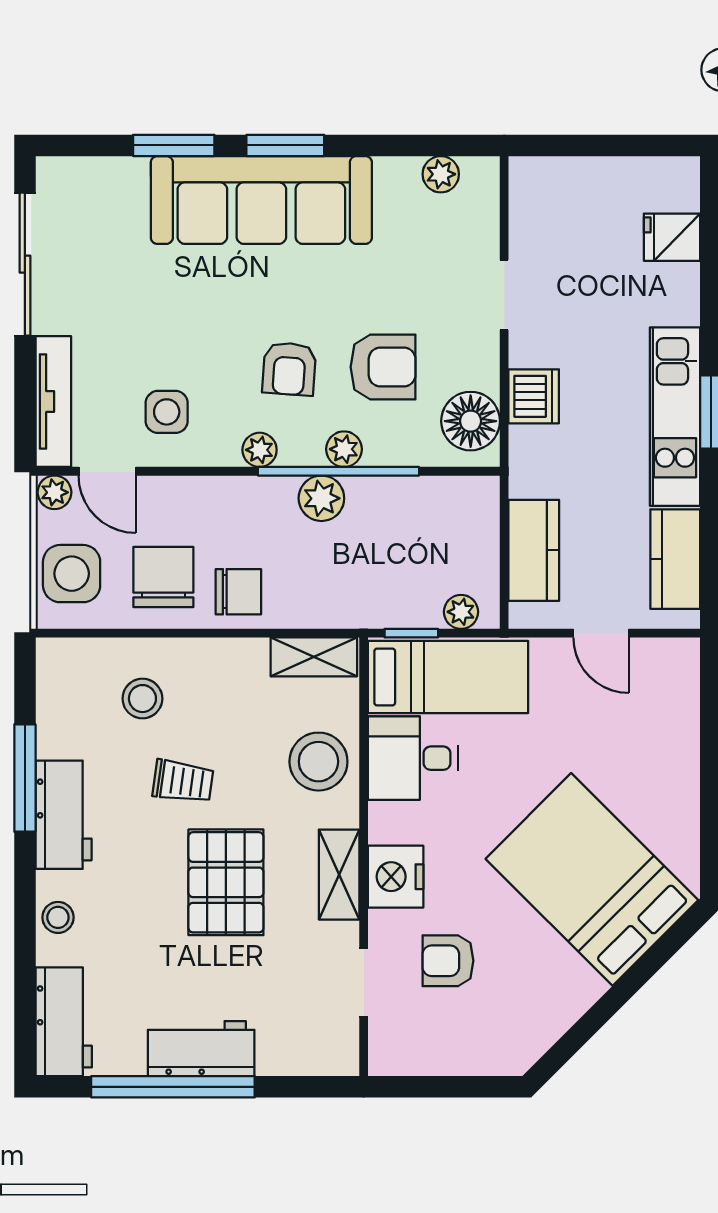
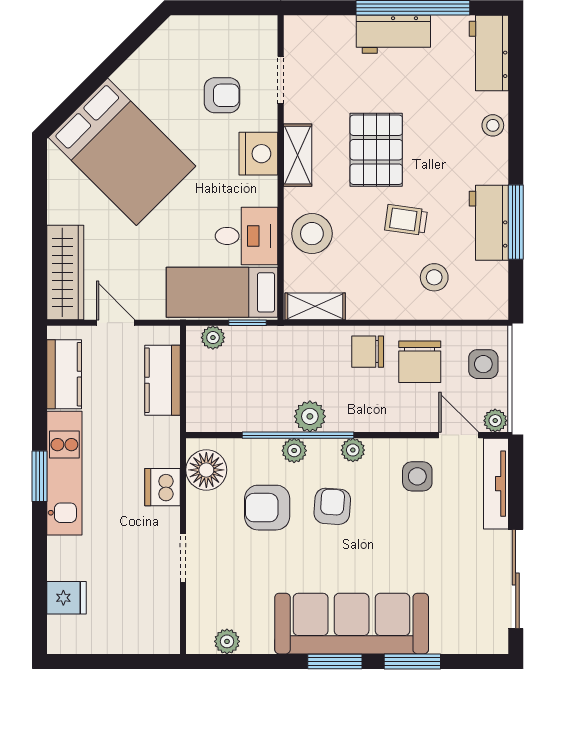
side table: (72, 574) -> (483, 364), width x0.73, depth x0.73
wardrobe: (674, 706) -> (65, 272), added
workbench: (64, 815) -> (489, 223), moved

